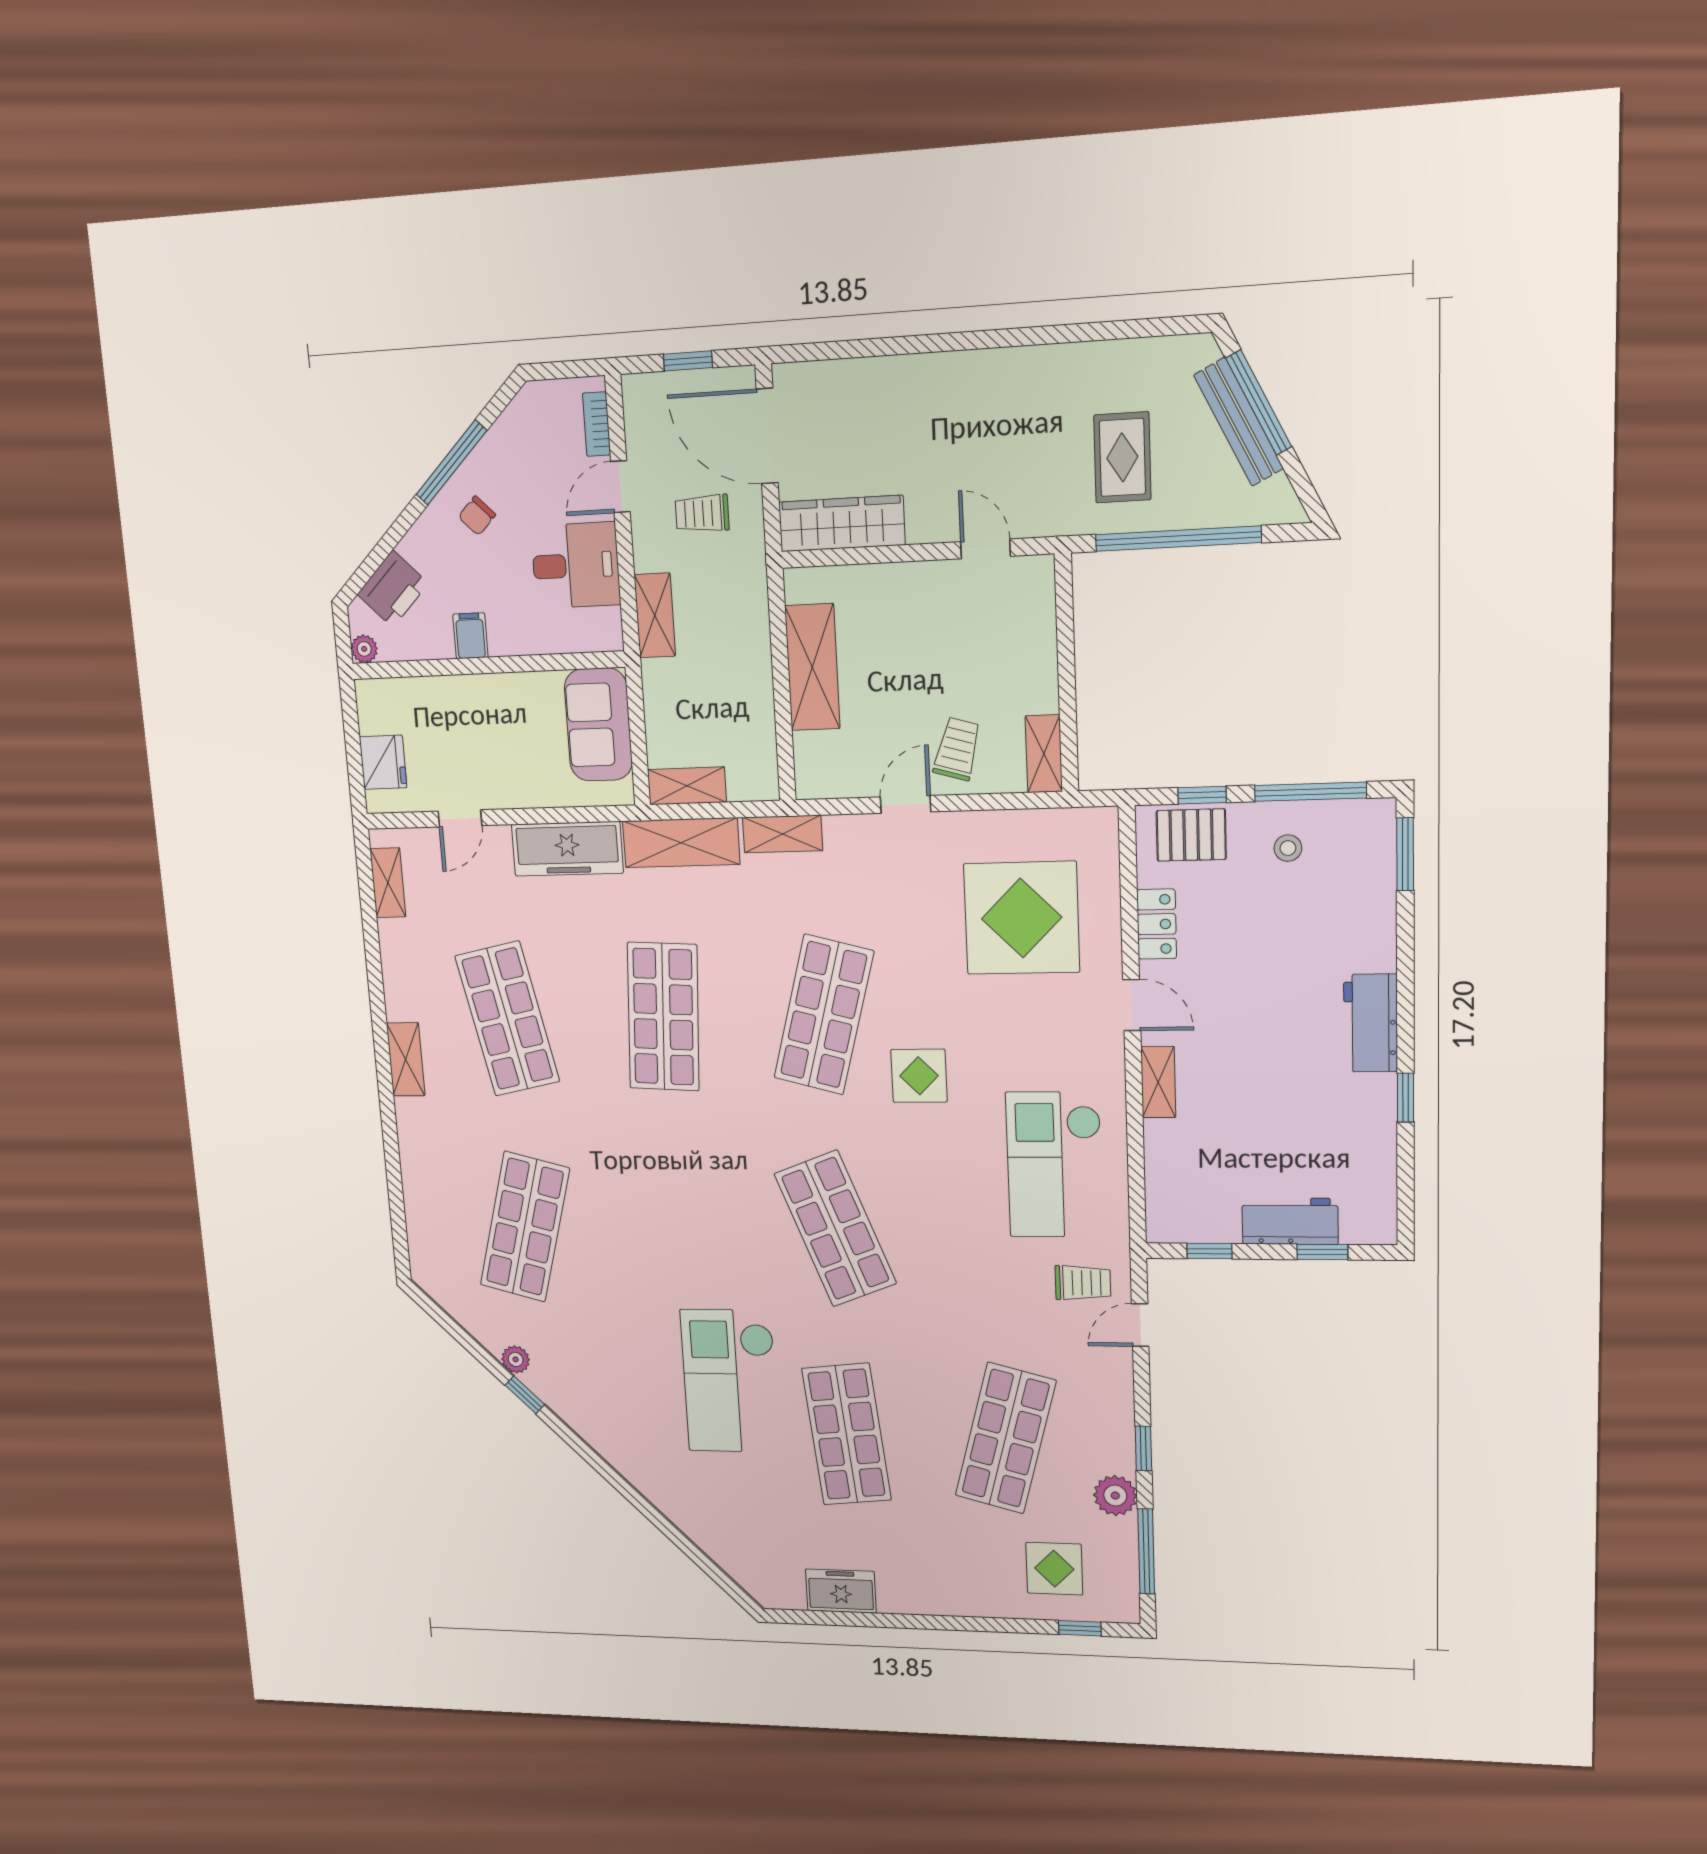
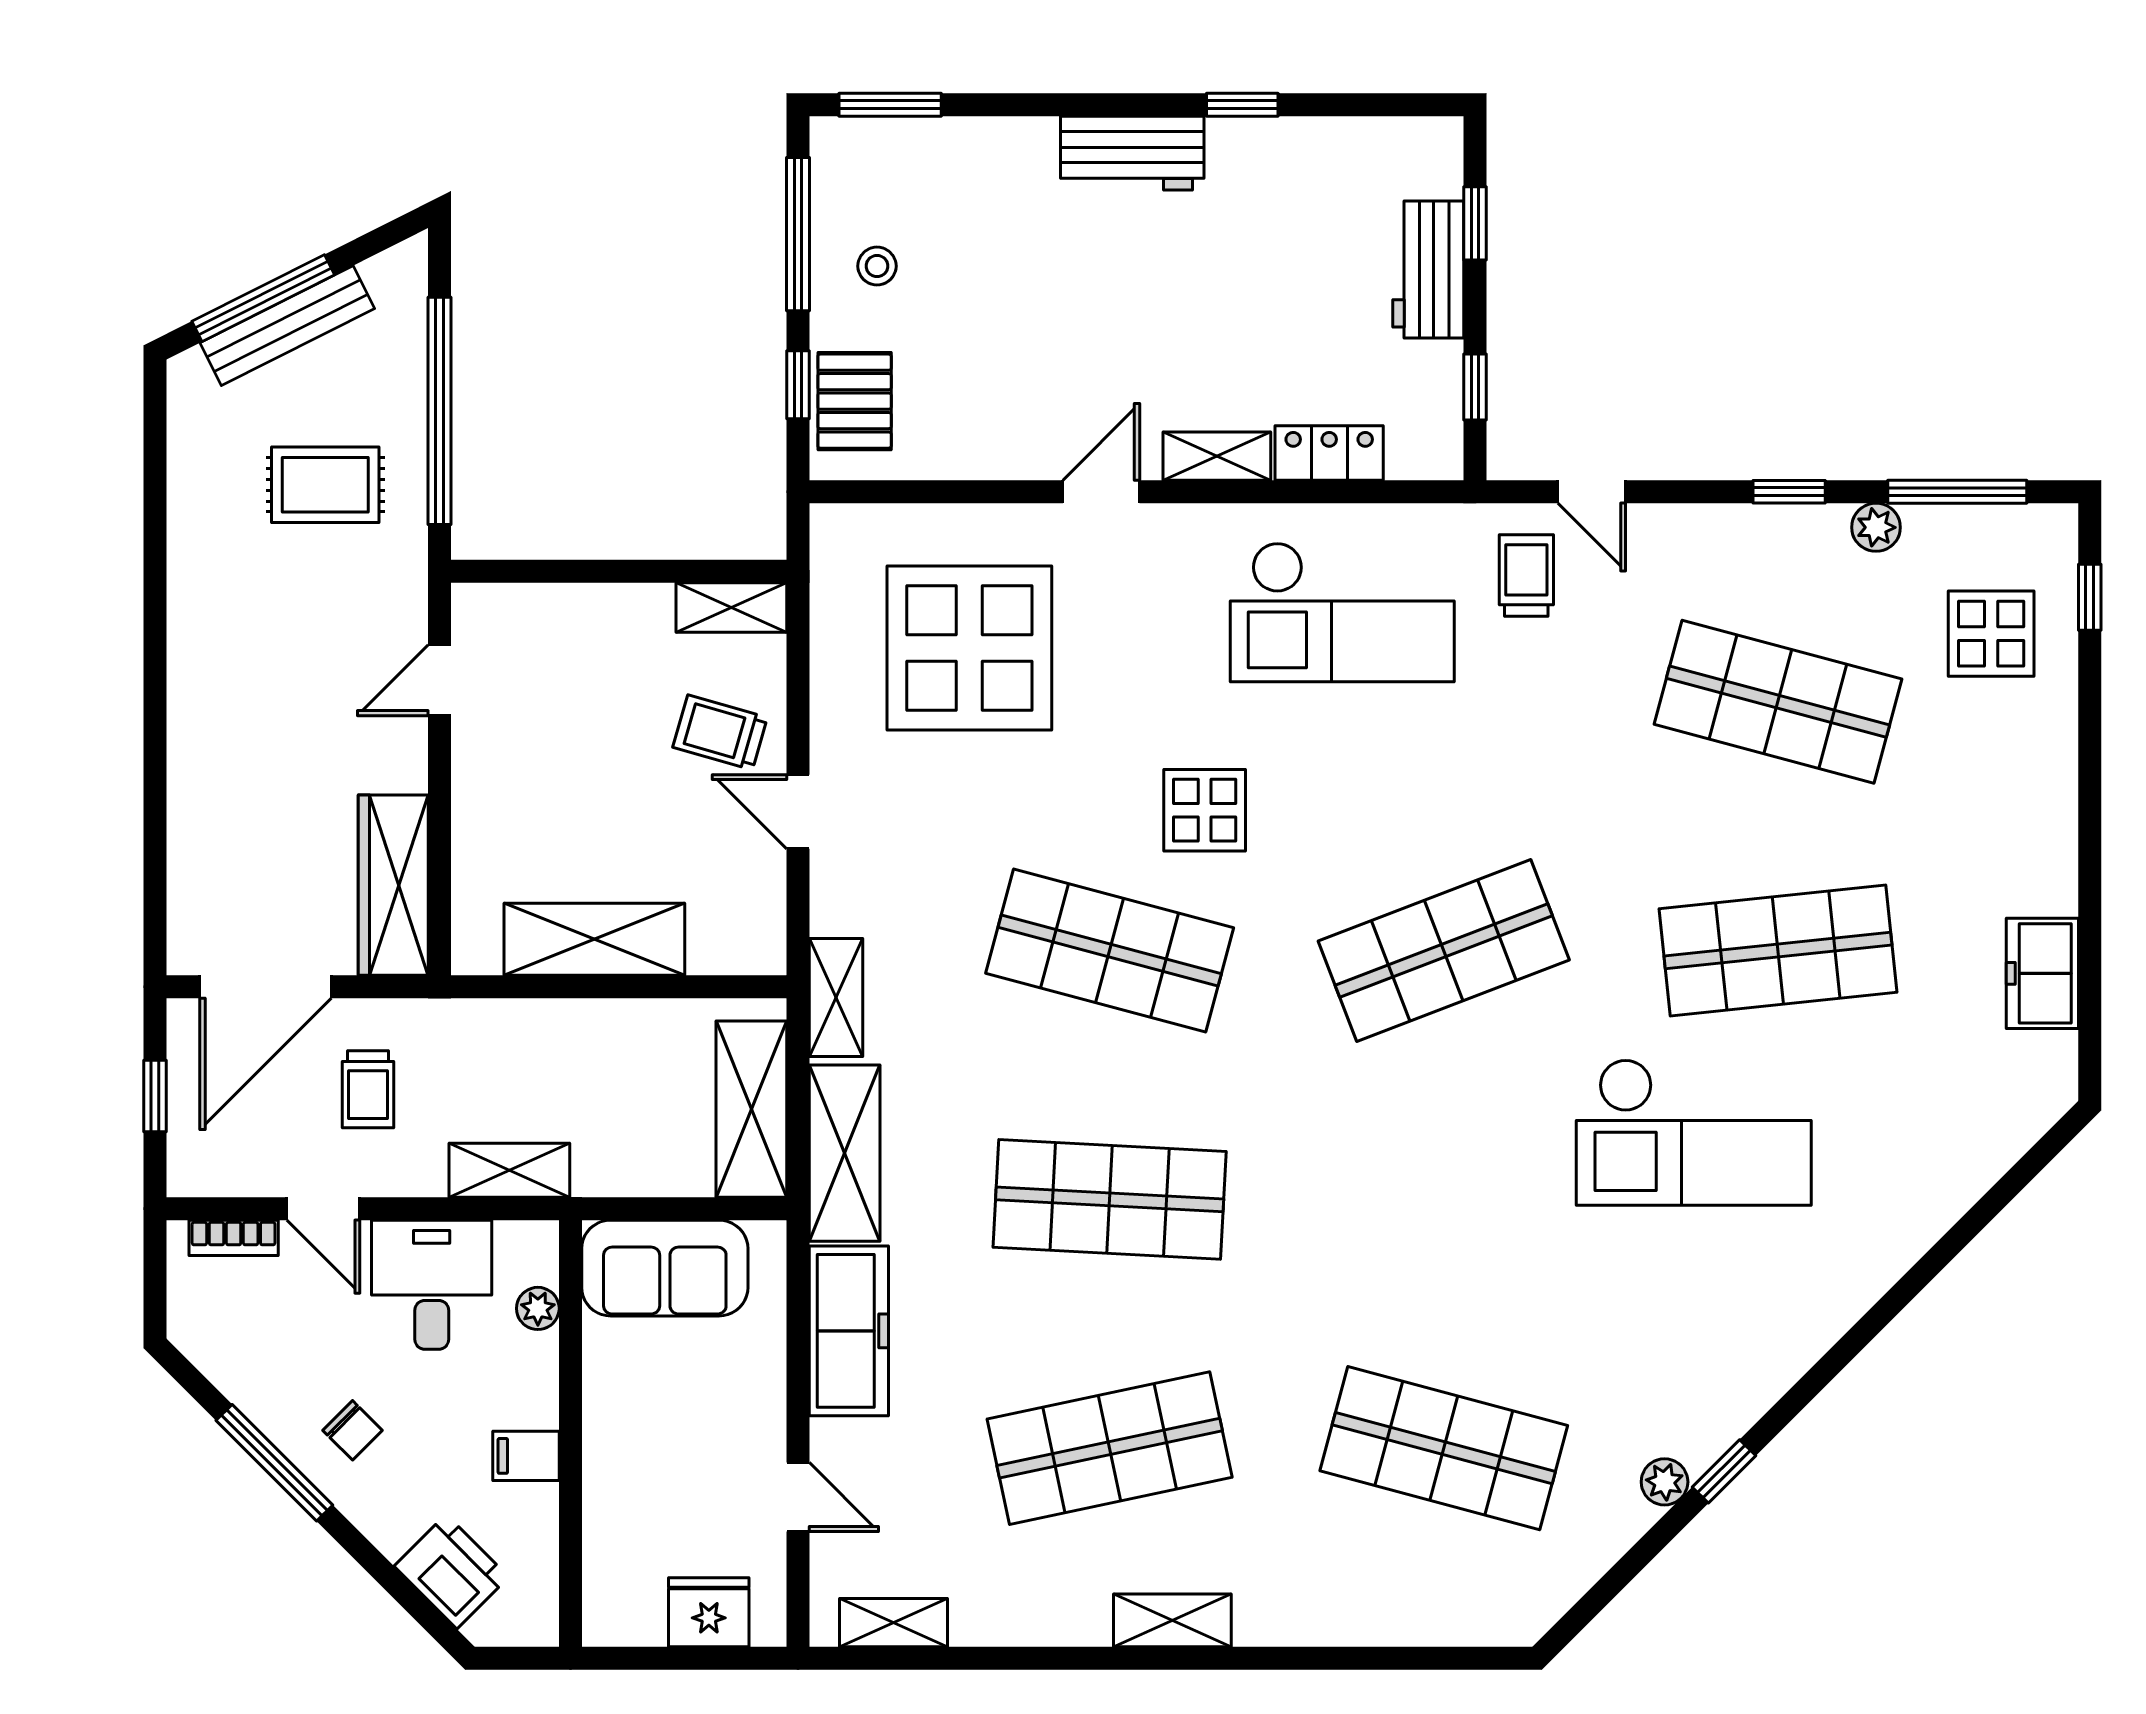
plant: (364, 649) -> (538, 1308), moved
shelving: (687, 786) -> (751, 1109), width x1.50, depth x1.33
locker: (1157, 924) -> (1329, 453), moved
plant: (1115, 1496) -> (1876, 527), width x0.73, depth x0.73

